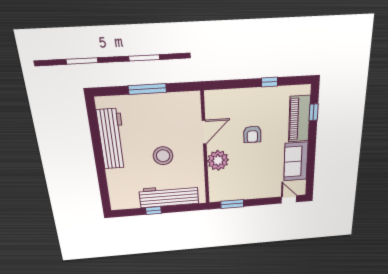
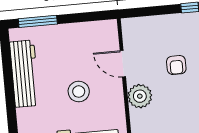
window: (147, 89) -> (38, 21), moved
door: (204, 132) -> (123, 64), swing flipped

